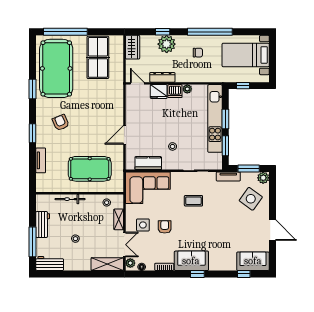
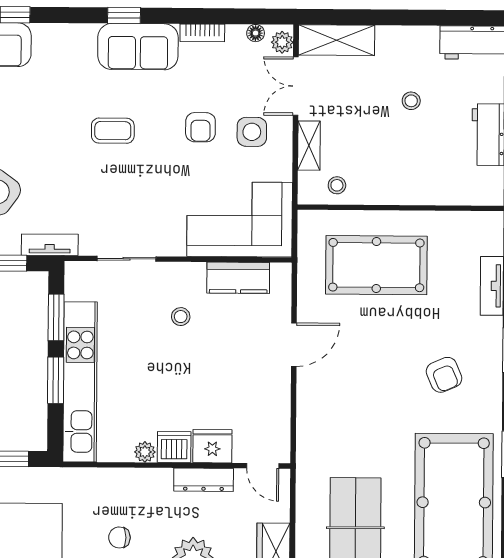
bicycle: (70, 199) -> (423, 194), removed
coffee table: (193, 201) -> (113, 131), moved

